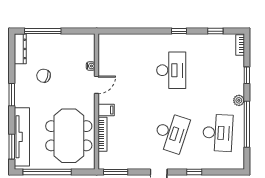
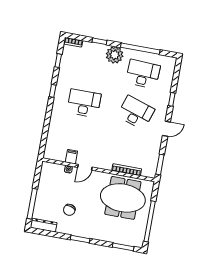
door: (97, 85) -> (85, 167), swing flipped
plant: (239, 100) -> (115, 55), width x1.88, depth x1.88
filing cabinet: (106, 110) -> (71, 157), moved
tv unit: (22, 137) -> (117, 237), removed

